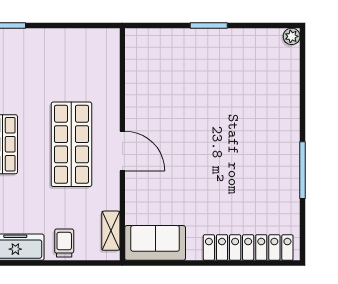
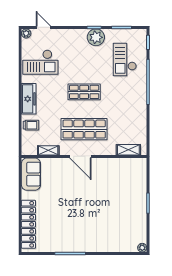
shelving: (110, 62) -> (128, 150), added
door: (122, 151) -> (80, 156), hinge flipped
shelving: (111, 231) -> (48, 150), moved

